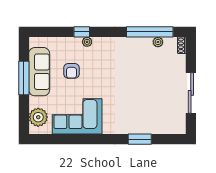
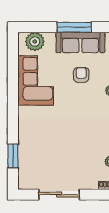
armchair: (71, 71) -> (81, 75), turned 90
window: (140, 139) -> (13, 156), moved

